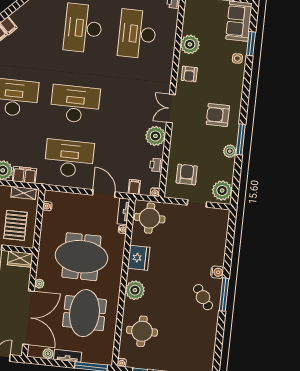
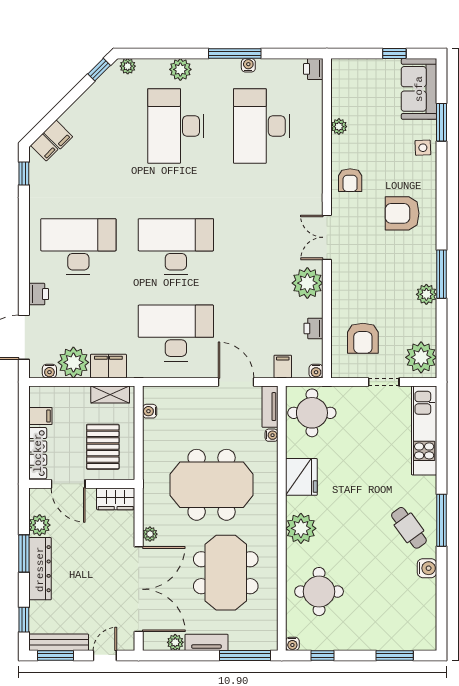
plant: (190, 44) -> (339, 127), width x0.53, depth x0.53
armchair: (218, 115) -> (402, 213), moved
armchair: (187, 174) -> (363, 338), turned 180
kitchen unit: (219, 237) -> (424, 430), added
water cooler: (217, 272) -> (427, 568), moved

